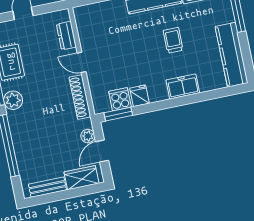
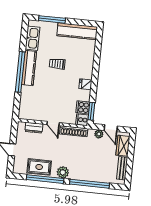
door: (82, 62) -> (53, 124), hinge flipped
freezer: (183, 86) -> (87, 67), removed
fridge: (139, 96) -> (85, 84), moved
cooker: (101, 104) -> (82, 120), added

